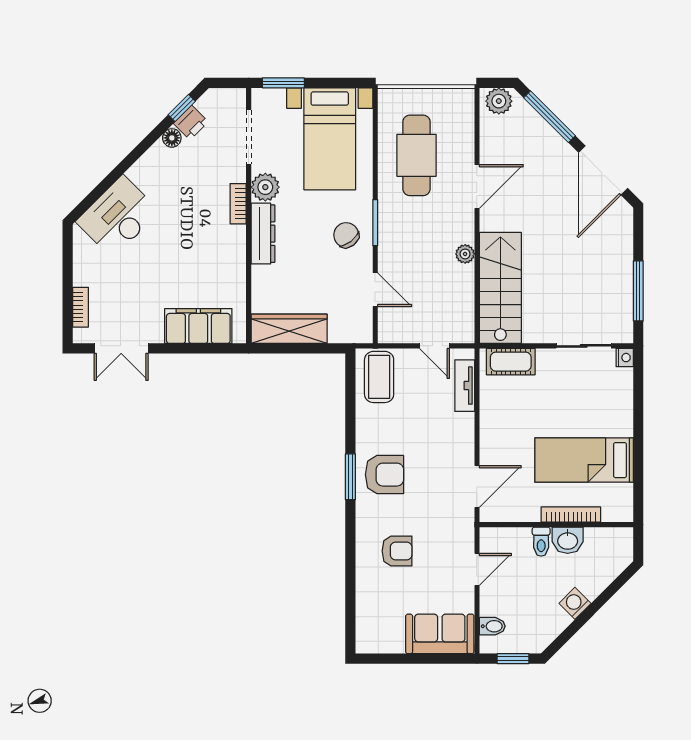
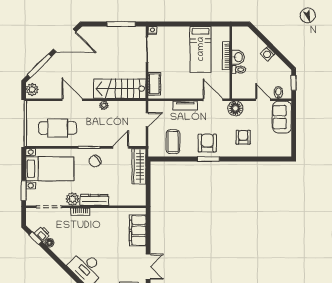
wardrobe: (289, 329) -> (139, 166), moved
coffee table: (379, 377) -> (173, 142), moved, turned 90
tv unit: (465, 386) -> (185, 105), moved
floor lamp: (459, 534) -> (235, 108), added
door: (477, 569) -> (263, 100), moved

